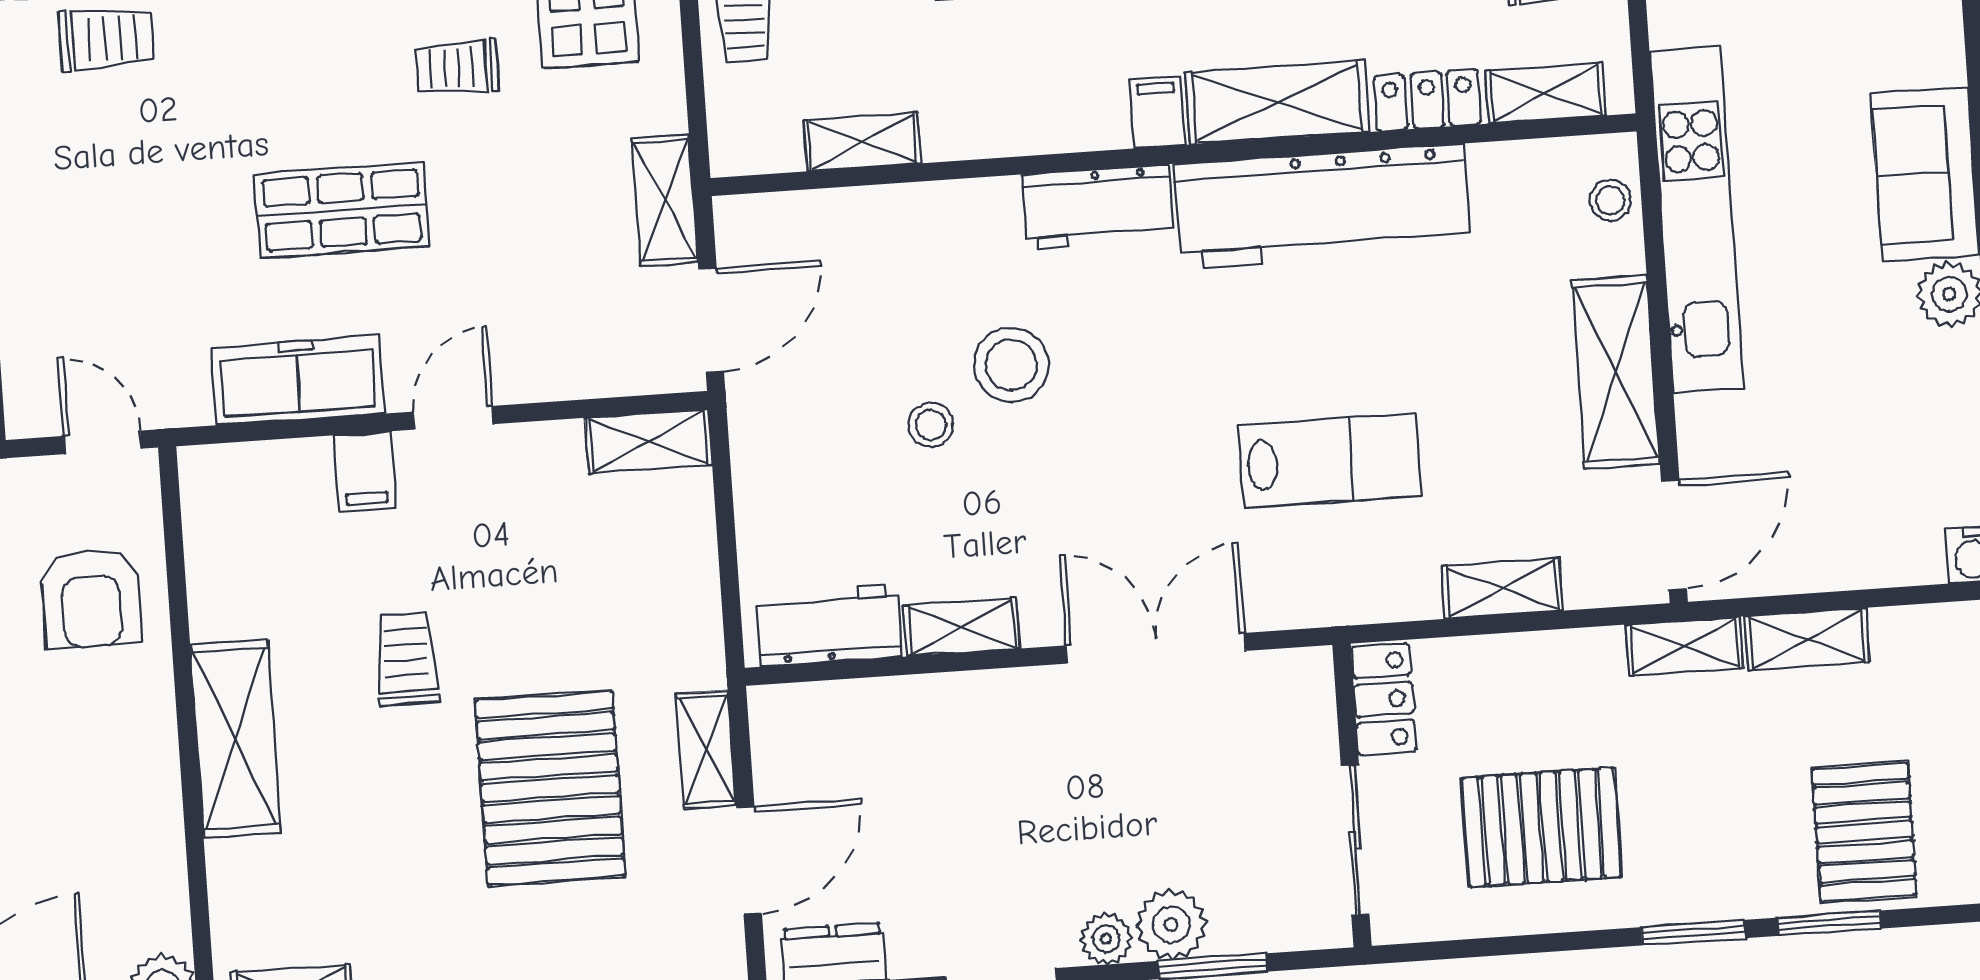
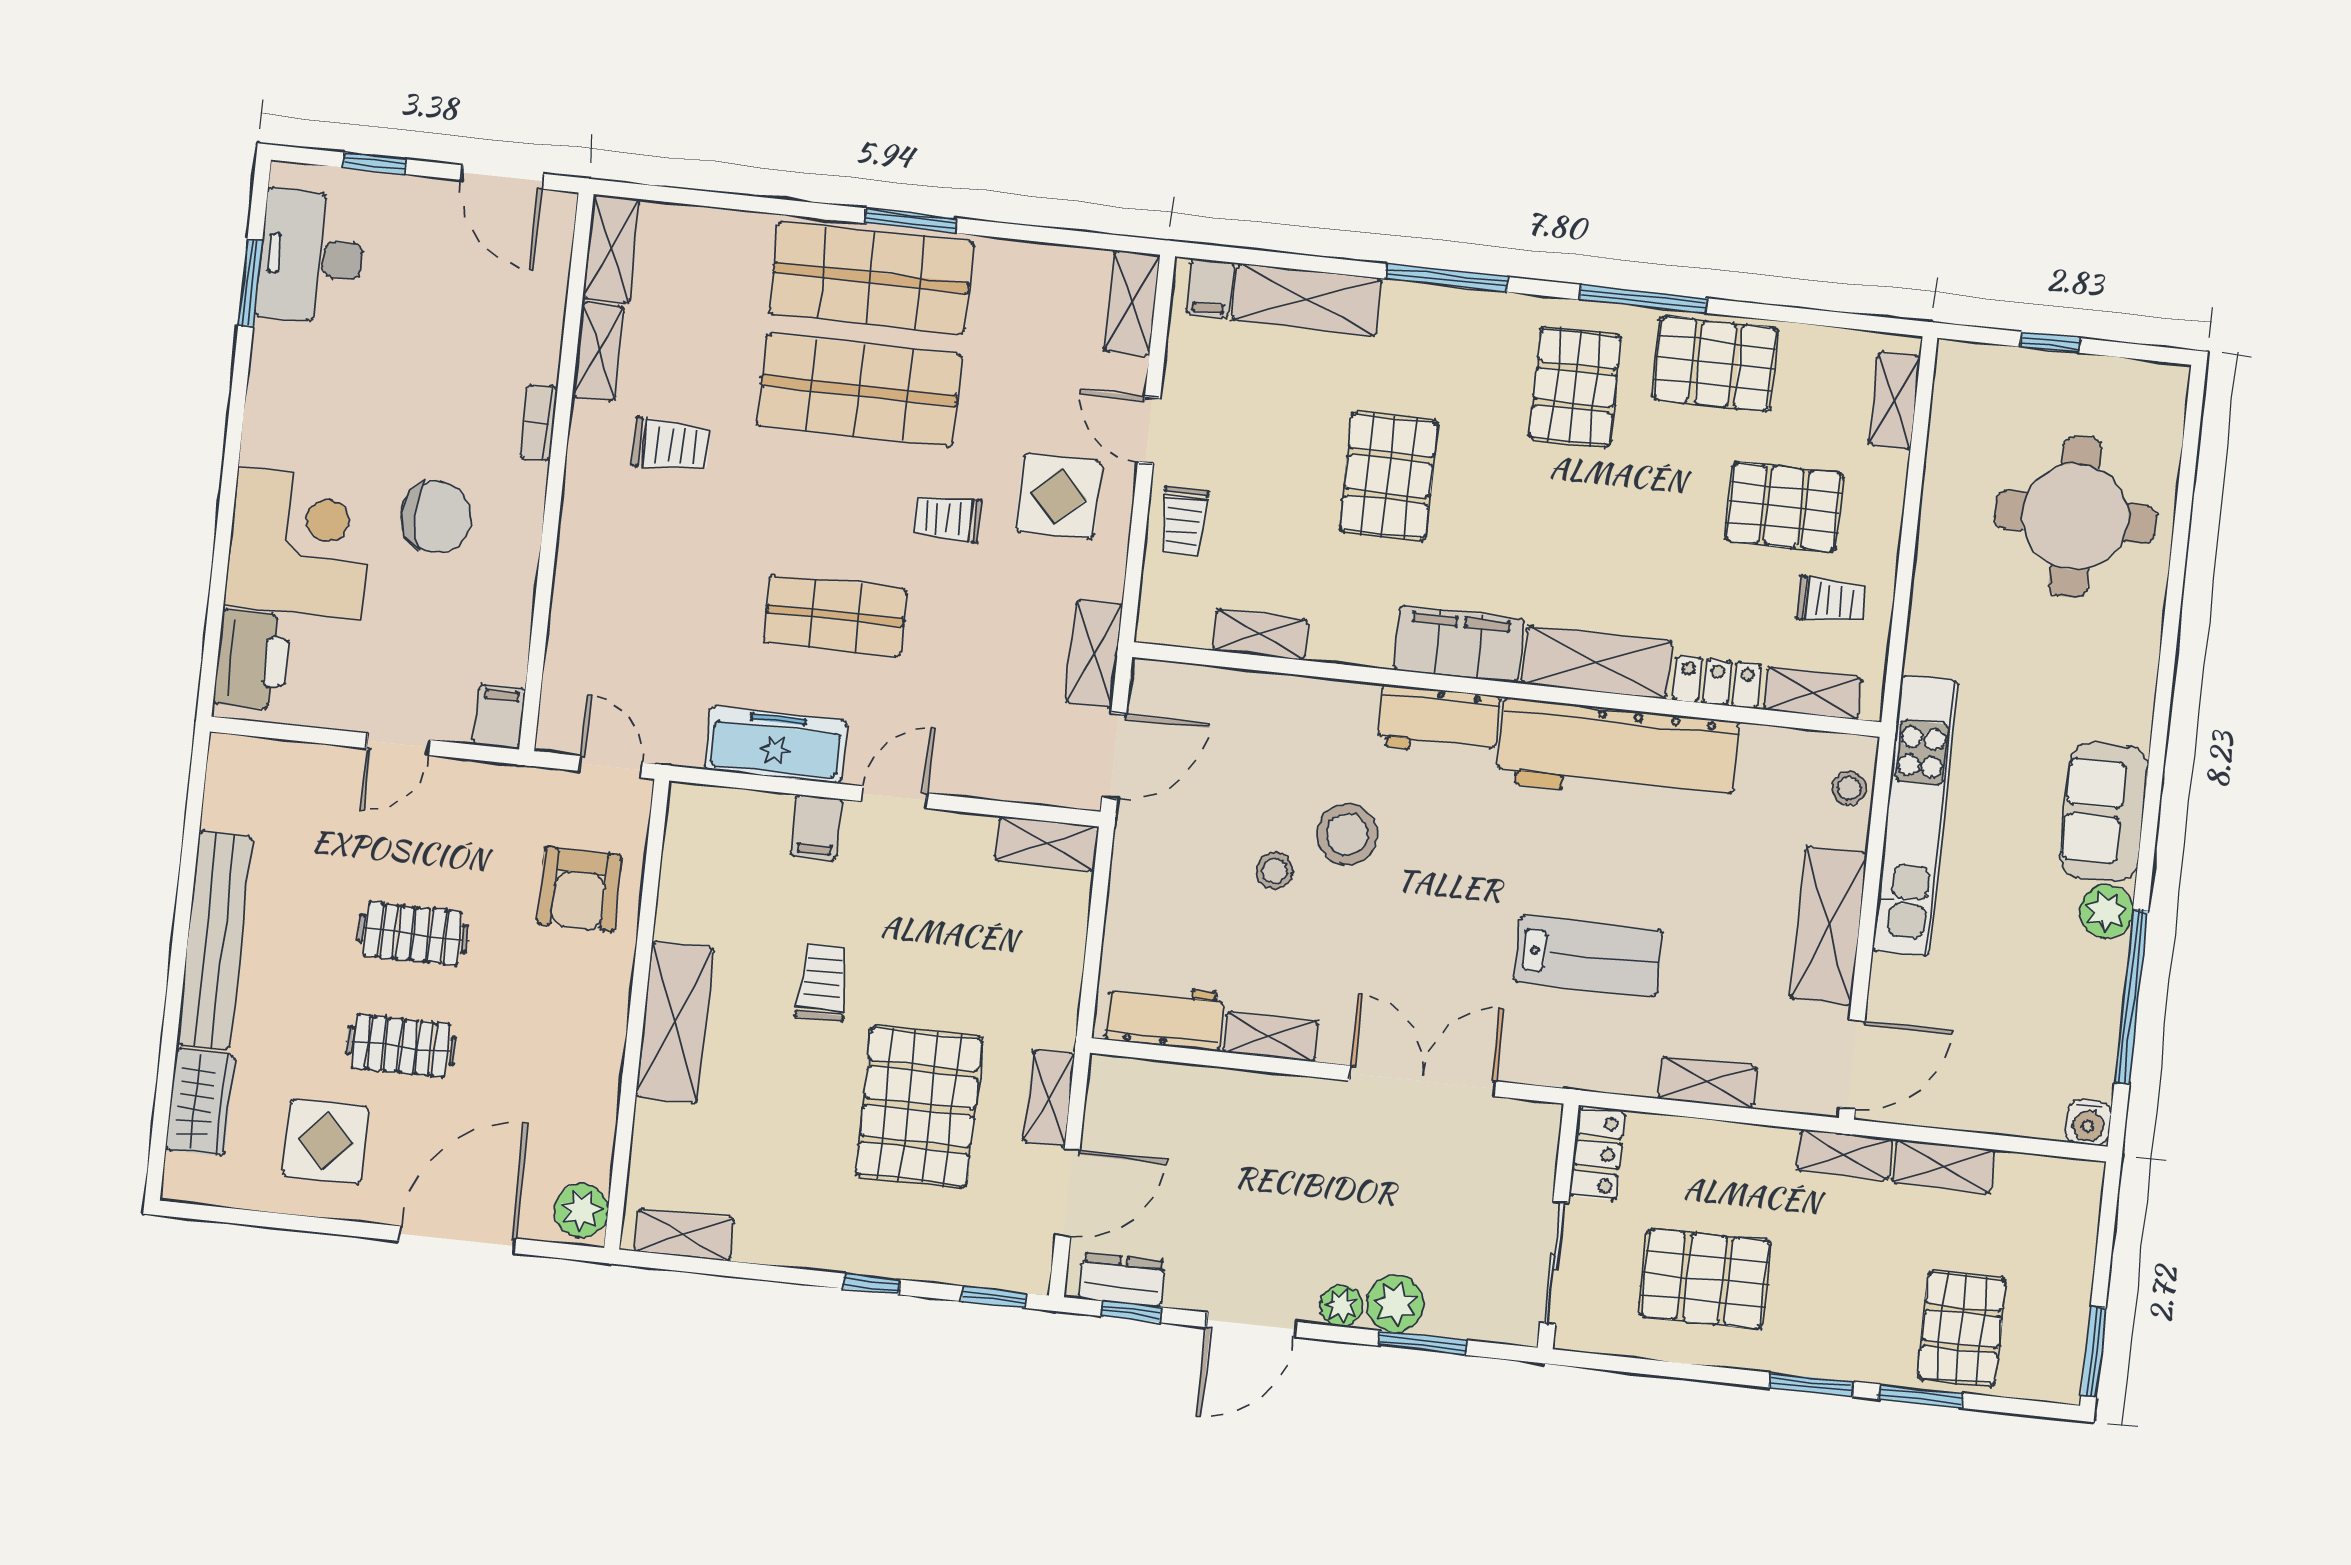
filing cabinet: (1157, 112) -> (1459, 644), width x3.00, depth x1.17

